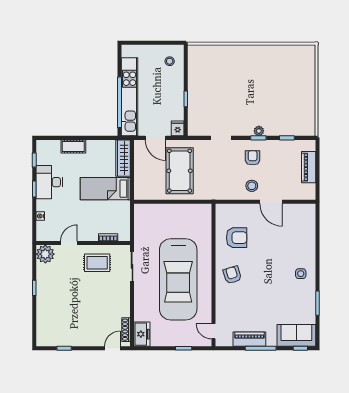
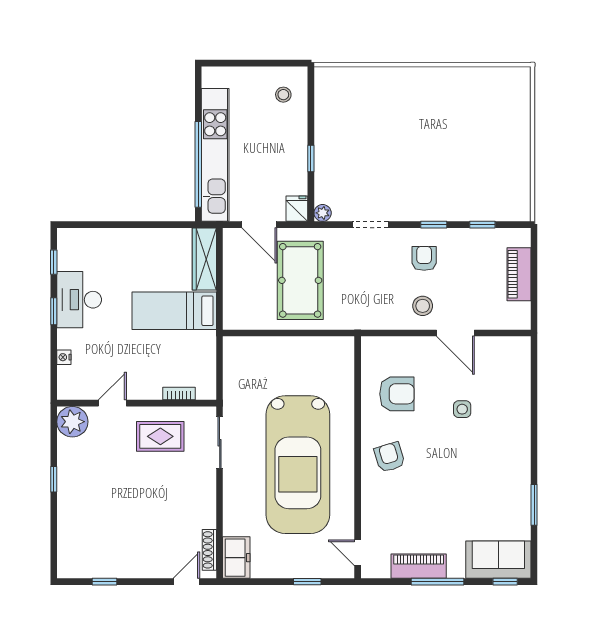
plant: (259, 131) -> (323, 213), moved
cot: (73, 146) -> (120, 239), removed
side table: (301, 274) -> (462, 409), moved

